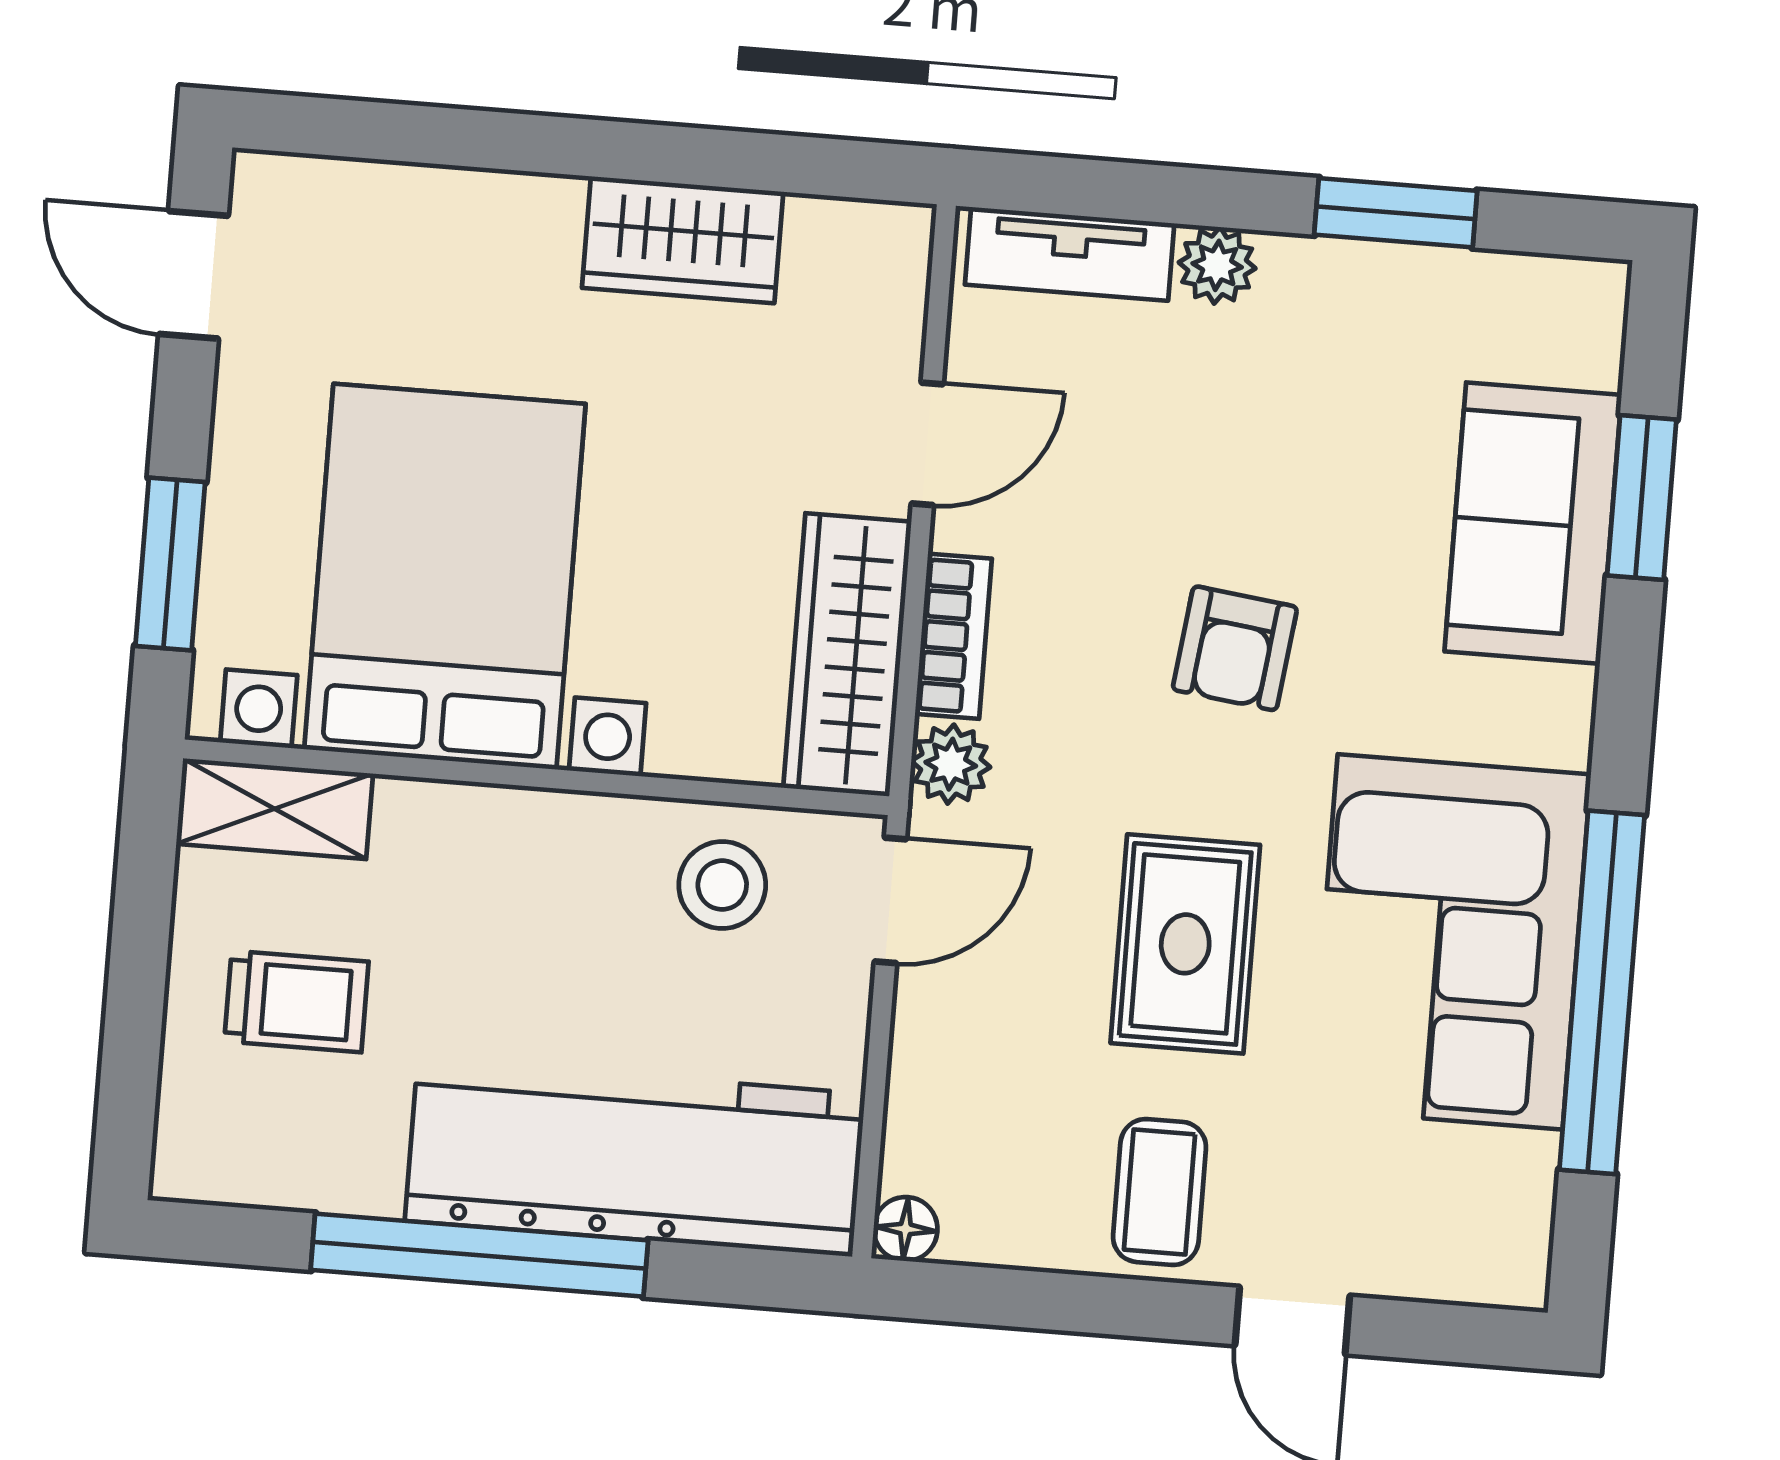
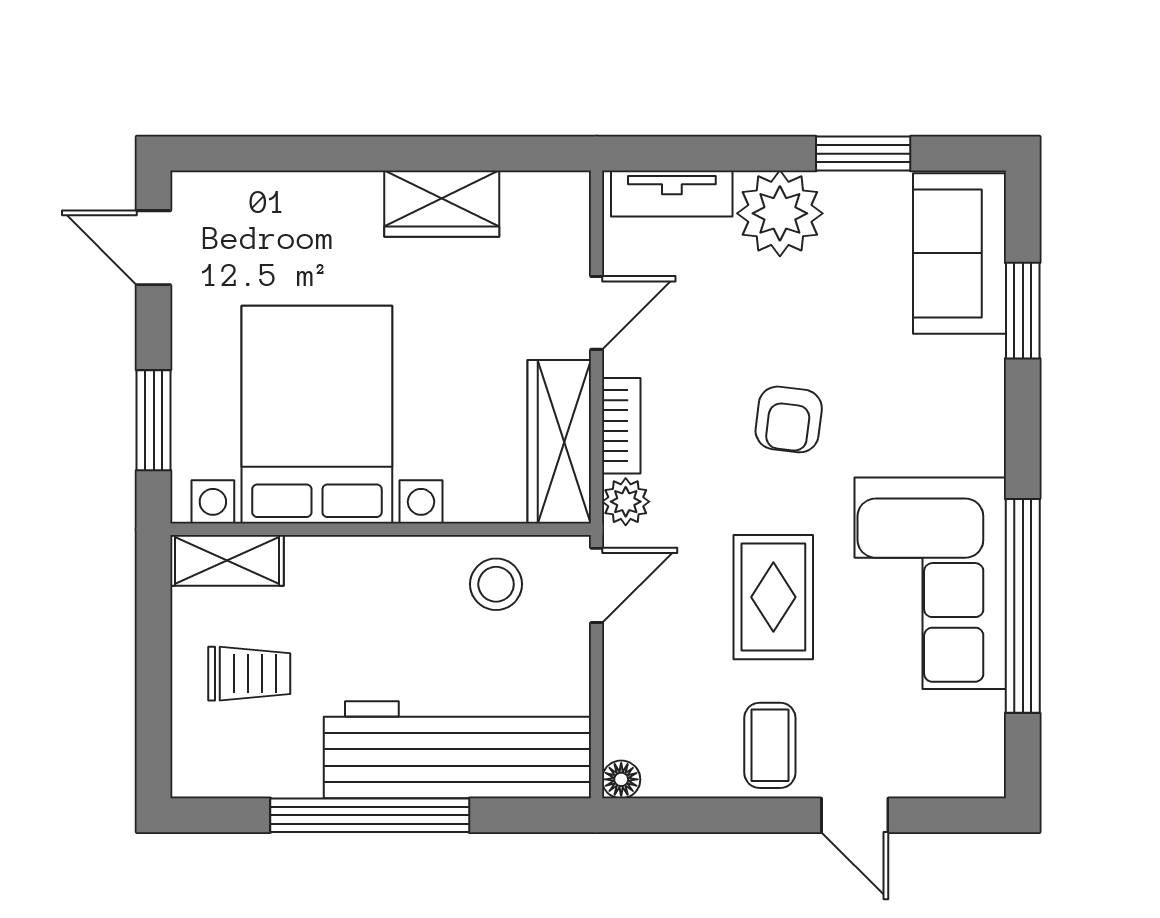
plant: (1217, 265) -> (780, 213), width x1.87, depth x1.87
sofa: (1533, 523) -> (959, 253), moved

